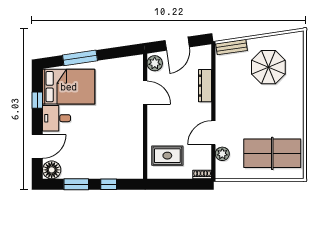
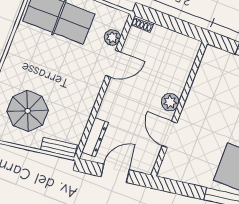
plant: (155, 63) -> (170, 102), moved
dresser: (205, 86) -> (95, 137), moved
rug: (167, 156) -> (172, 58), removed

